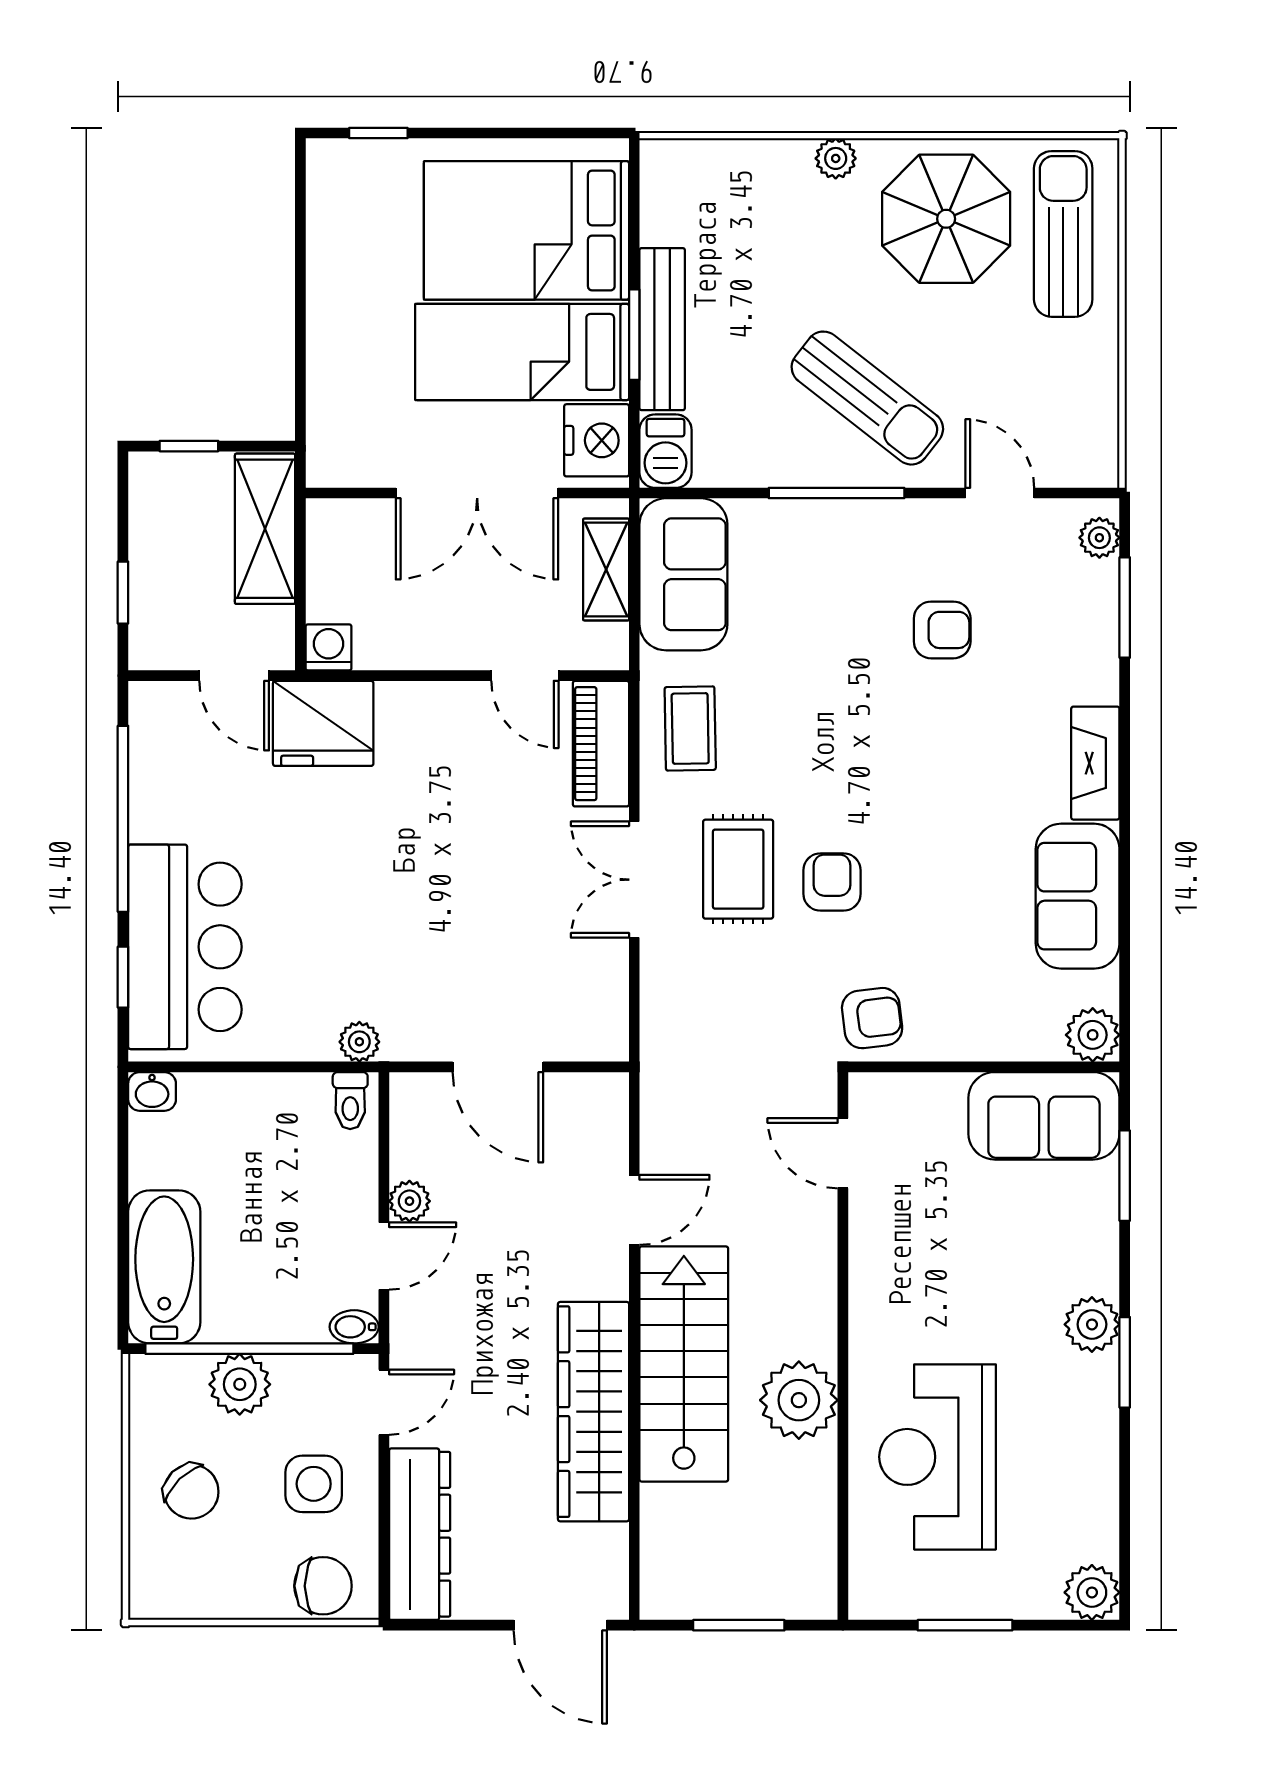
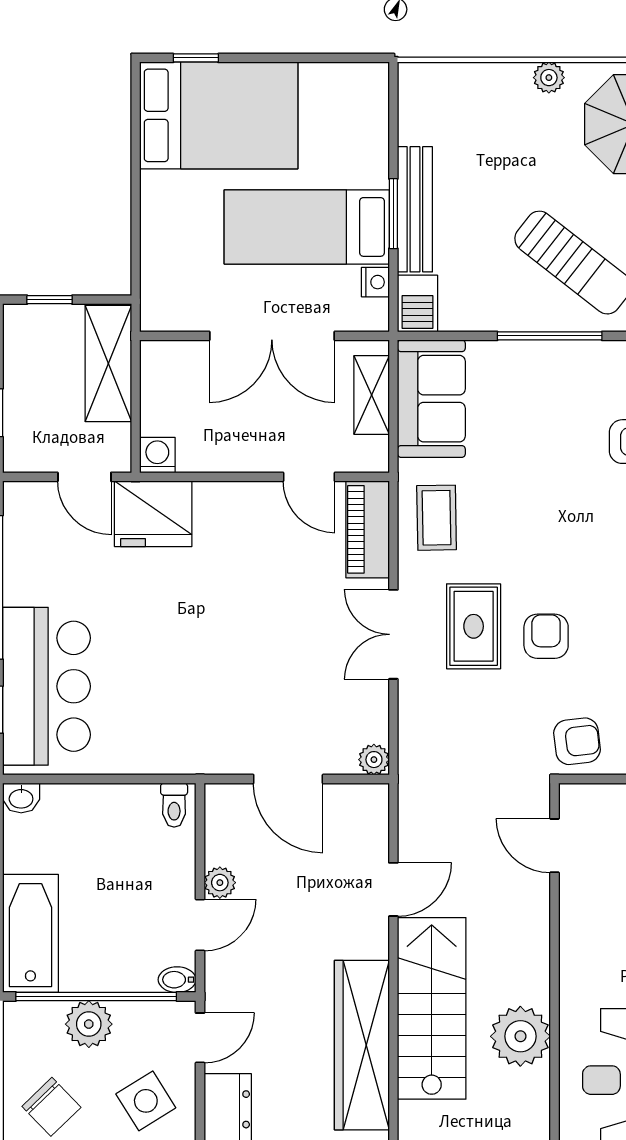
bed: (526, 230) -> (219, 115), moved, turned 180
nightstand: (597, 440) -> (375, 282), width x0.53, depth x0.56
plant: (359, 1042) -> (374, 760), moved
side table: (314, 1484) -> (146, 1101), turned -32

